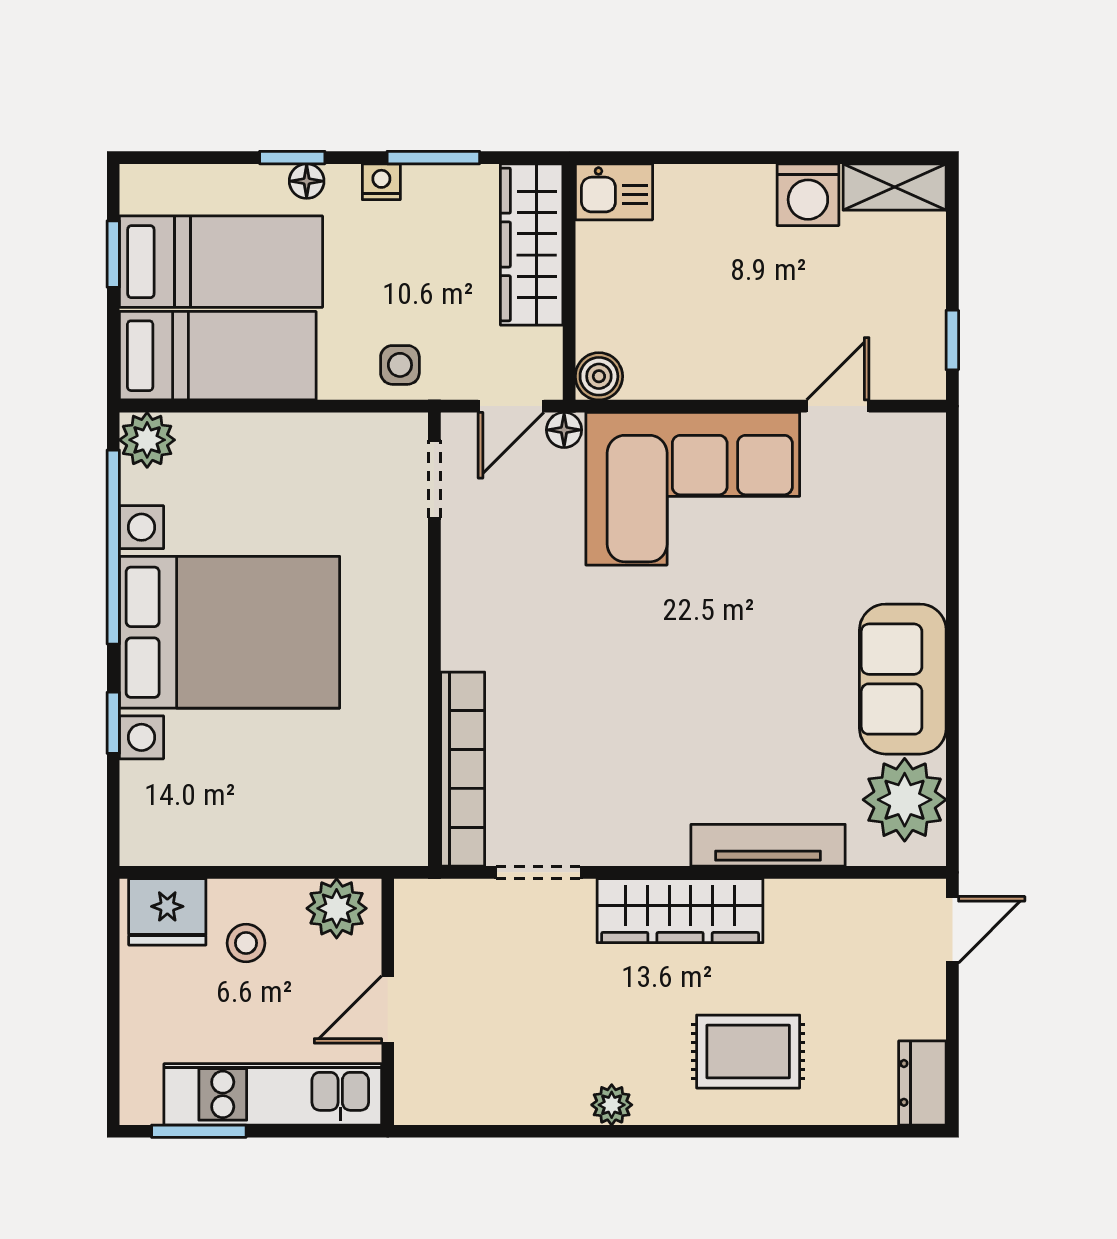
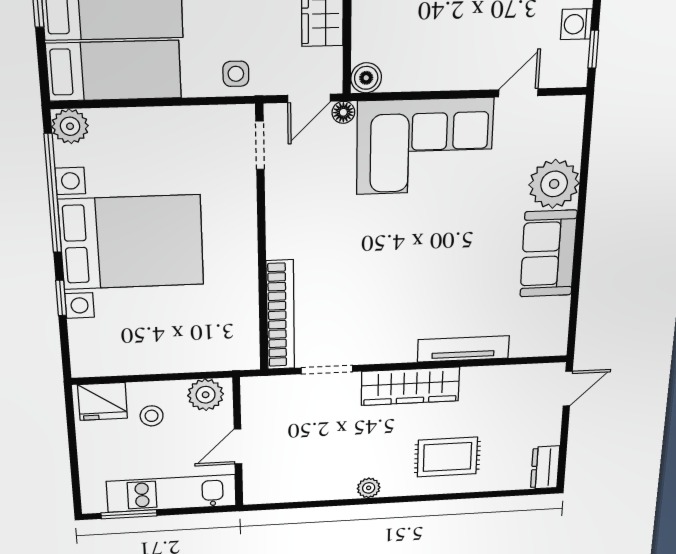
washing machine: (923, 300) -> (576, 24), added
plant: (905, 800) -> (554, 184), moved

